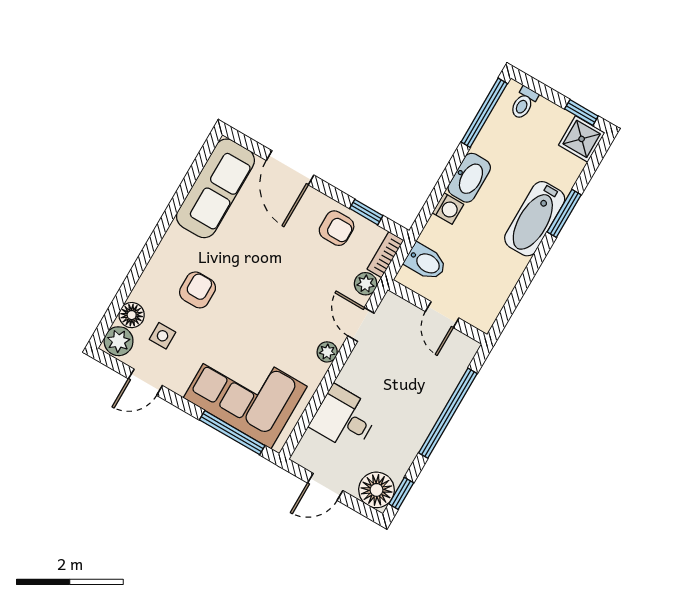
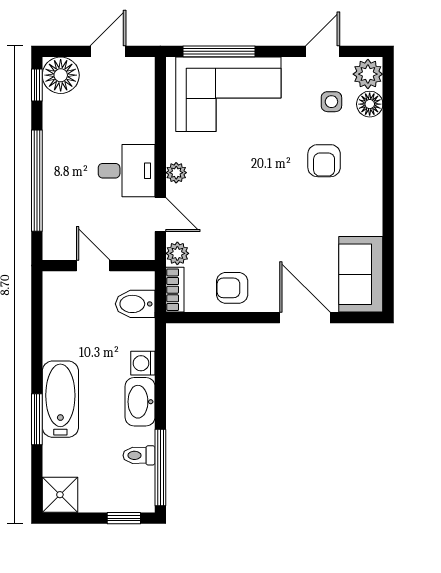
toilet: (524, 103) -> (139, 455), moved, turned -90
window: (581, 112) -> (124, 518), moved
sofa: (215, 188) -> (361, 274), width x0.73
window: (366, 212) -> (214, 318), removed
desk: (344, 418) -> (127, 171), moved

